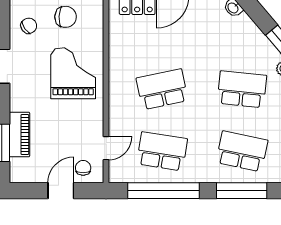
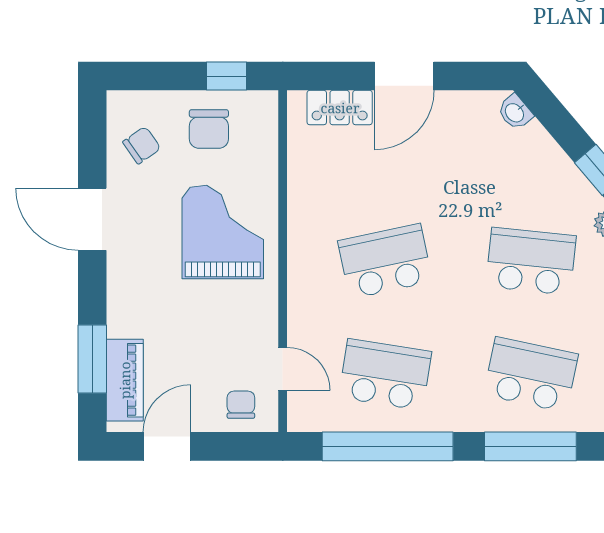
chair: (66, 17) -> (209, 129), turned 87
piano: (19, 134) -> (125, 380), moved
door: (106, 148) -> (283, 369), hinge flipped
door: (61, 191) -> (167, 446), moved

